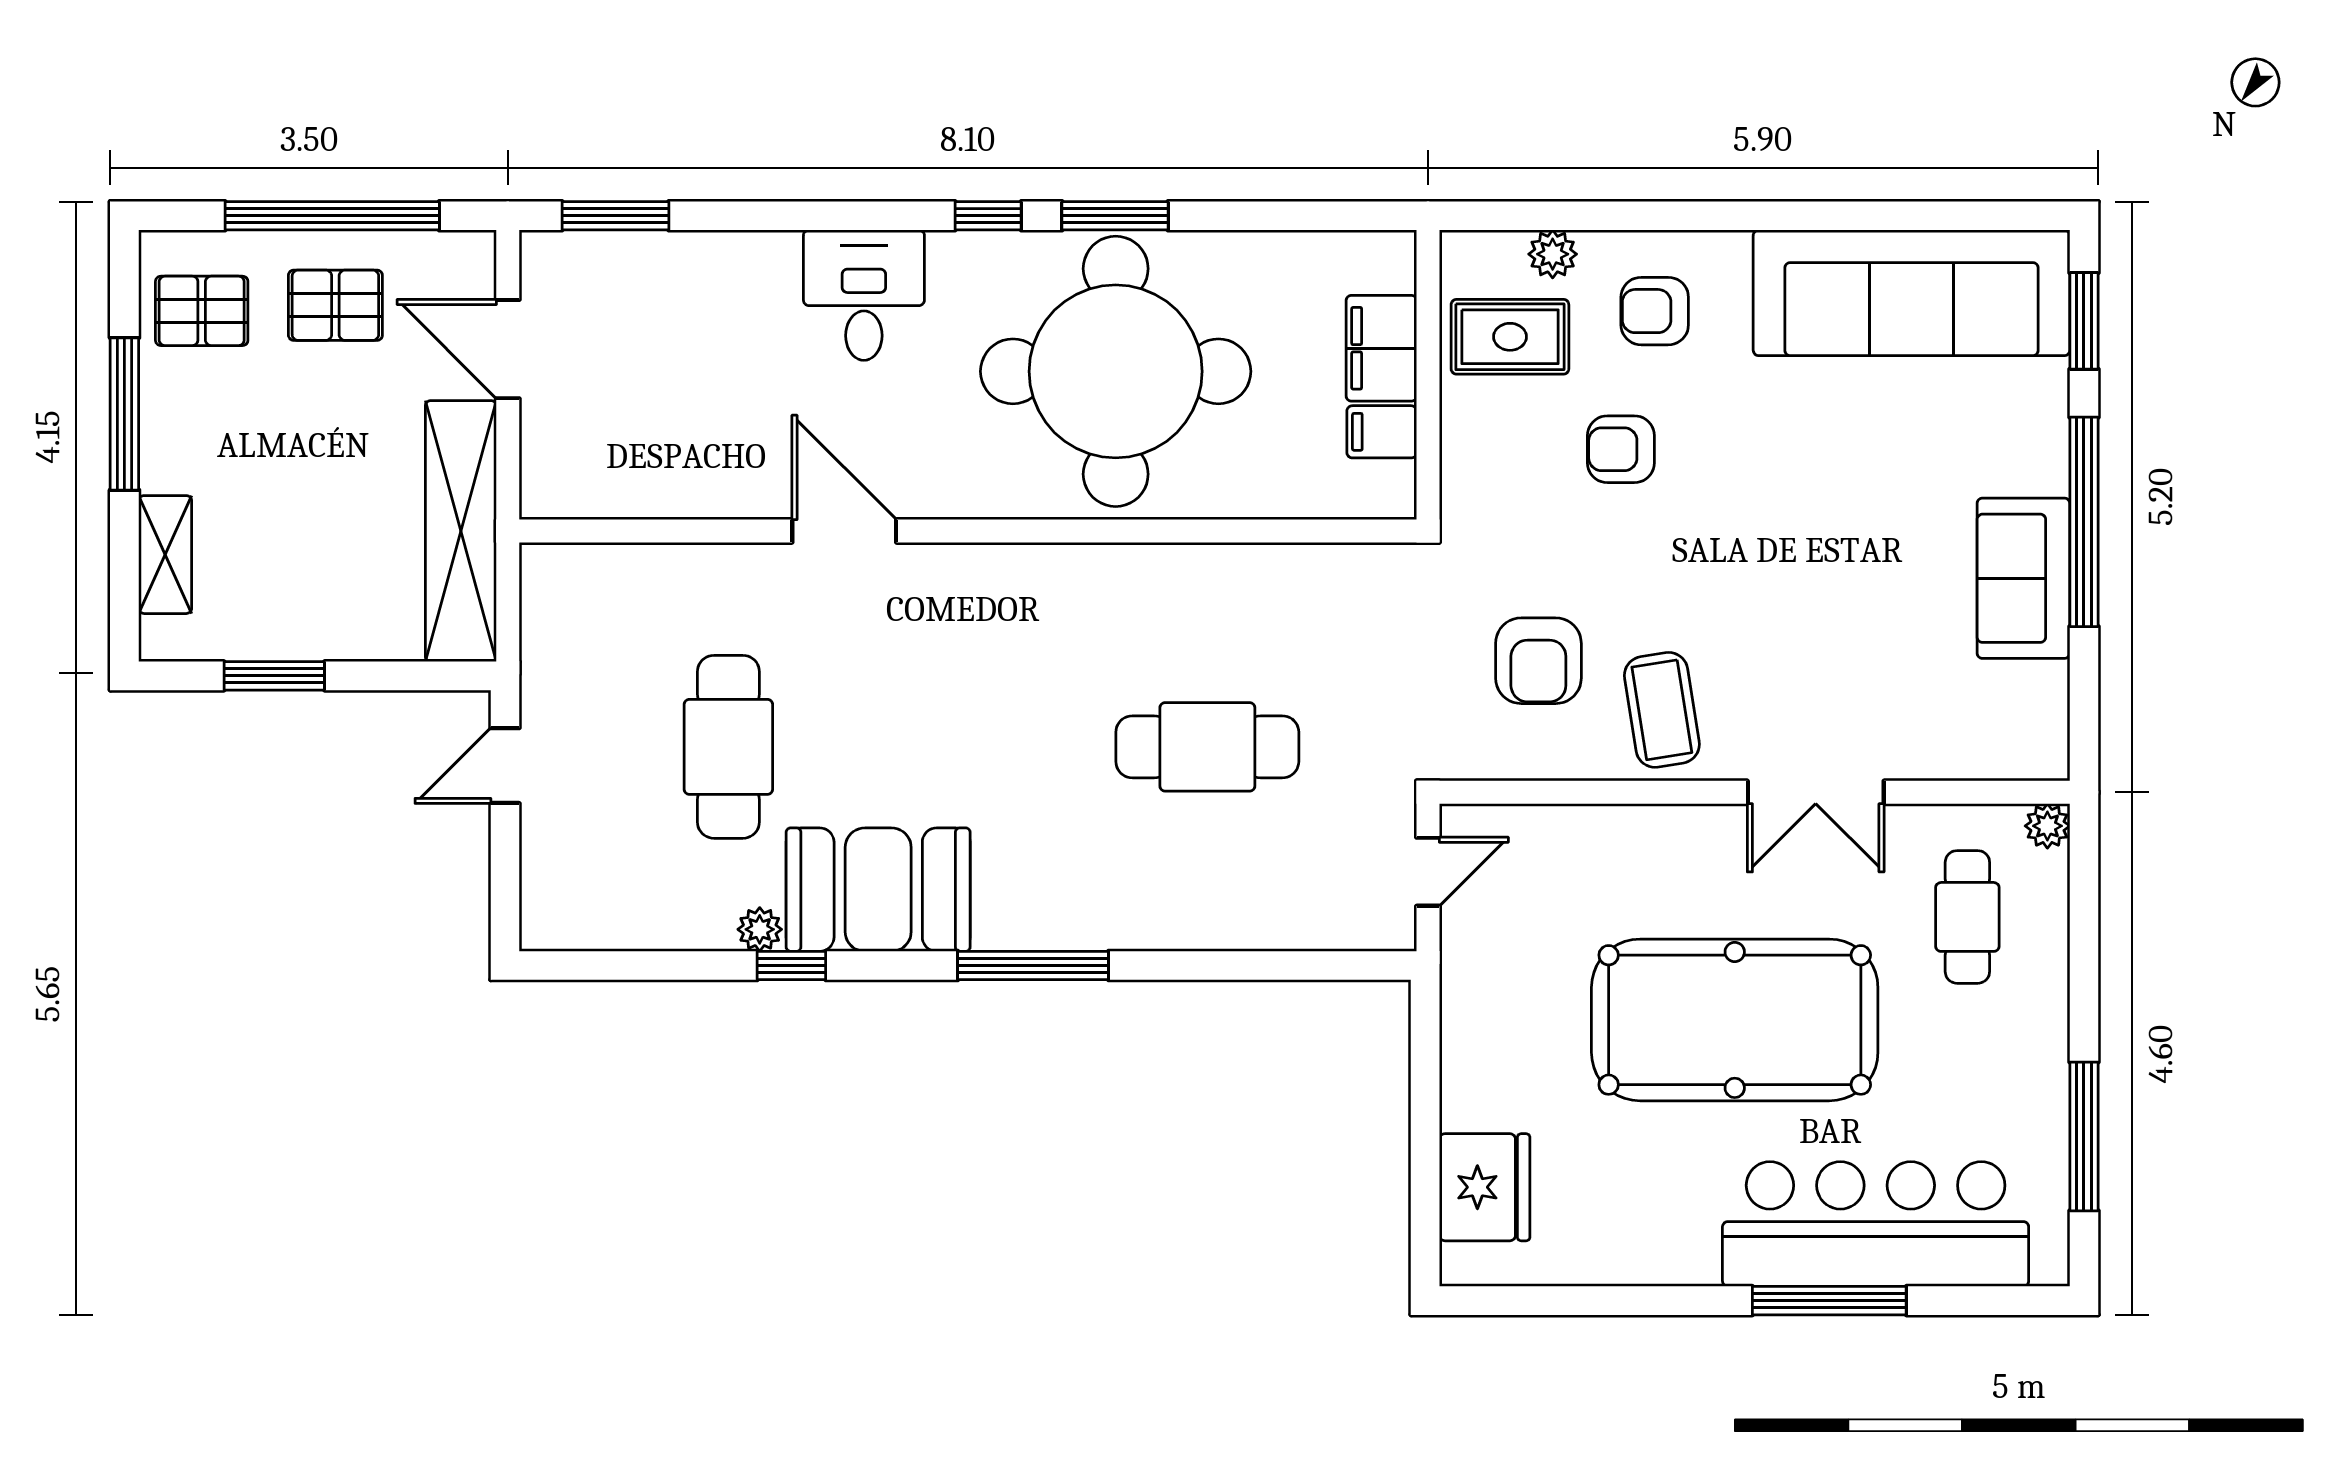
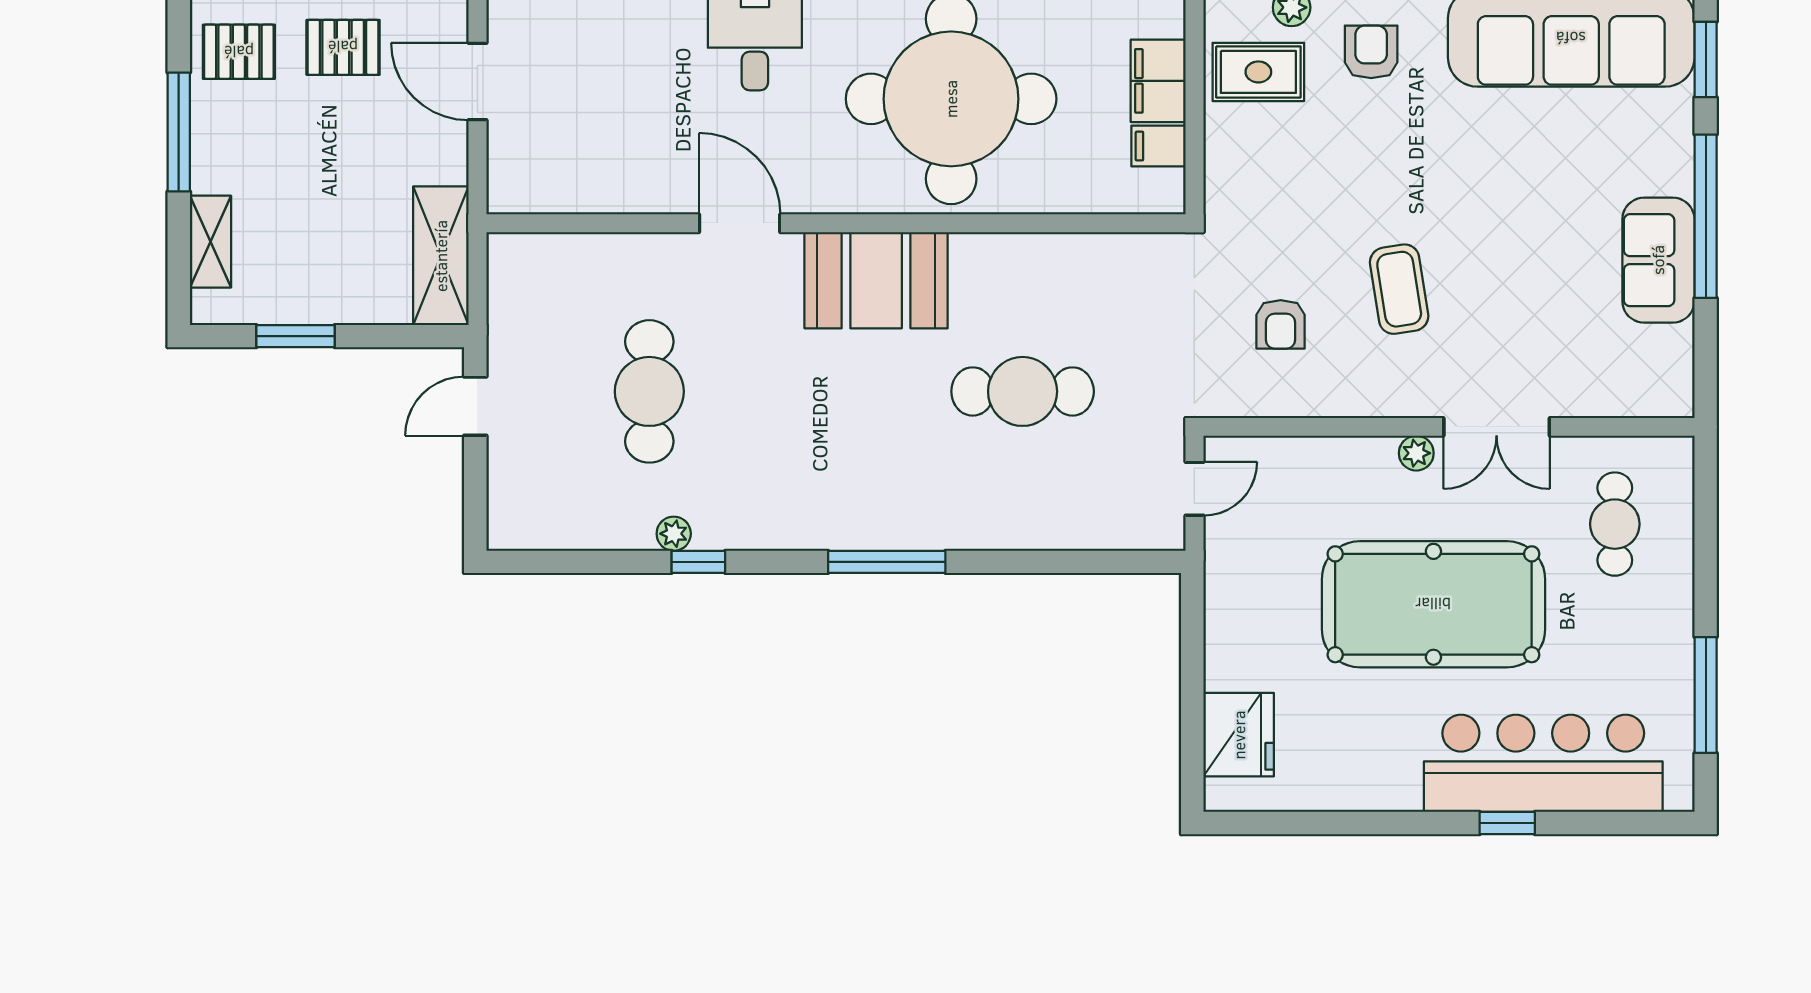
armchair: (1655, 311) -> (1371, 52), turned 90
armchair: (1621, 449) -> (1345, 160), removed
shelving: (461, 531) -> (441, 256), width x0.68
armchair: (1538, 661) -> (1281, 324), width x0.72, depth x0.72
coffee table: (1662, 710) -> (1399, 289), moved
plant: (2047, 826) -> (1416, 453), moved
booth: (878, 890) -> (876, 280), moved
window: (1829, 1301) -> (1507, 823), width x0.46

